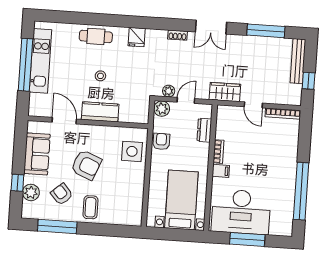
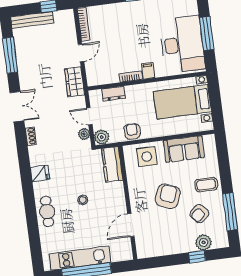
kitchen counter: (100, 112) -> (112, 164), moved
armchair: (161, 141) -> (132, 131), turned 90
sofa: (37, 154) -> (184, 149), moved, turned 180

